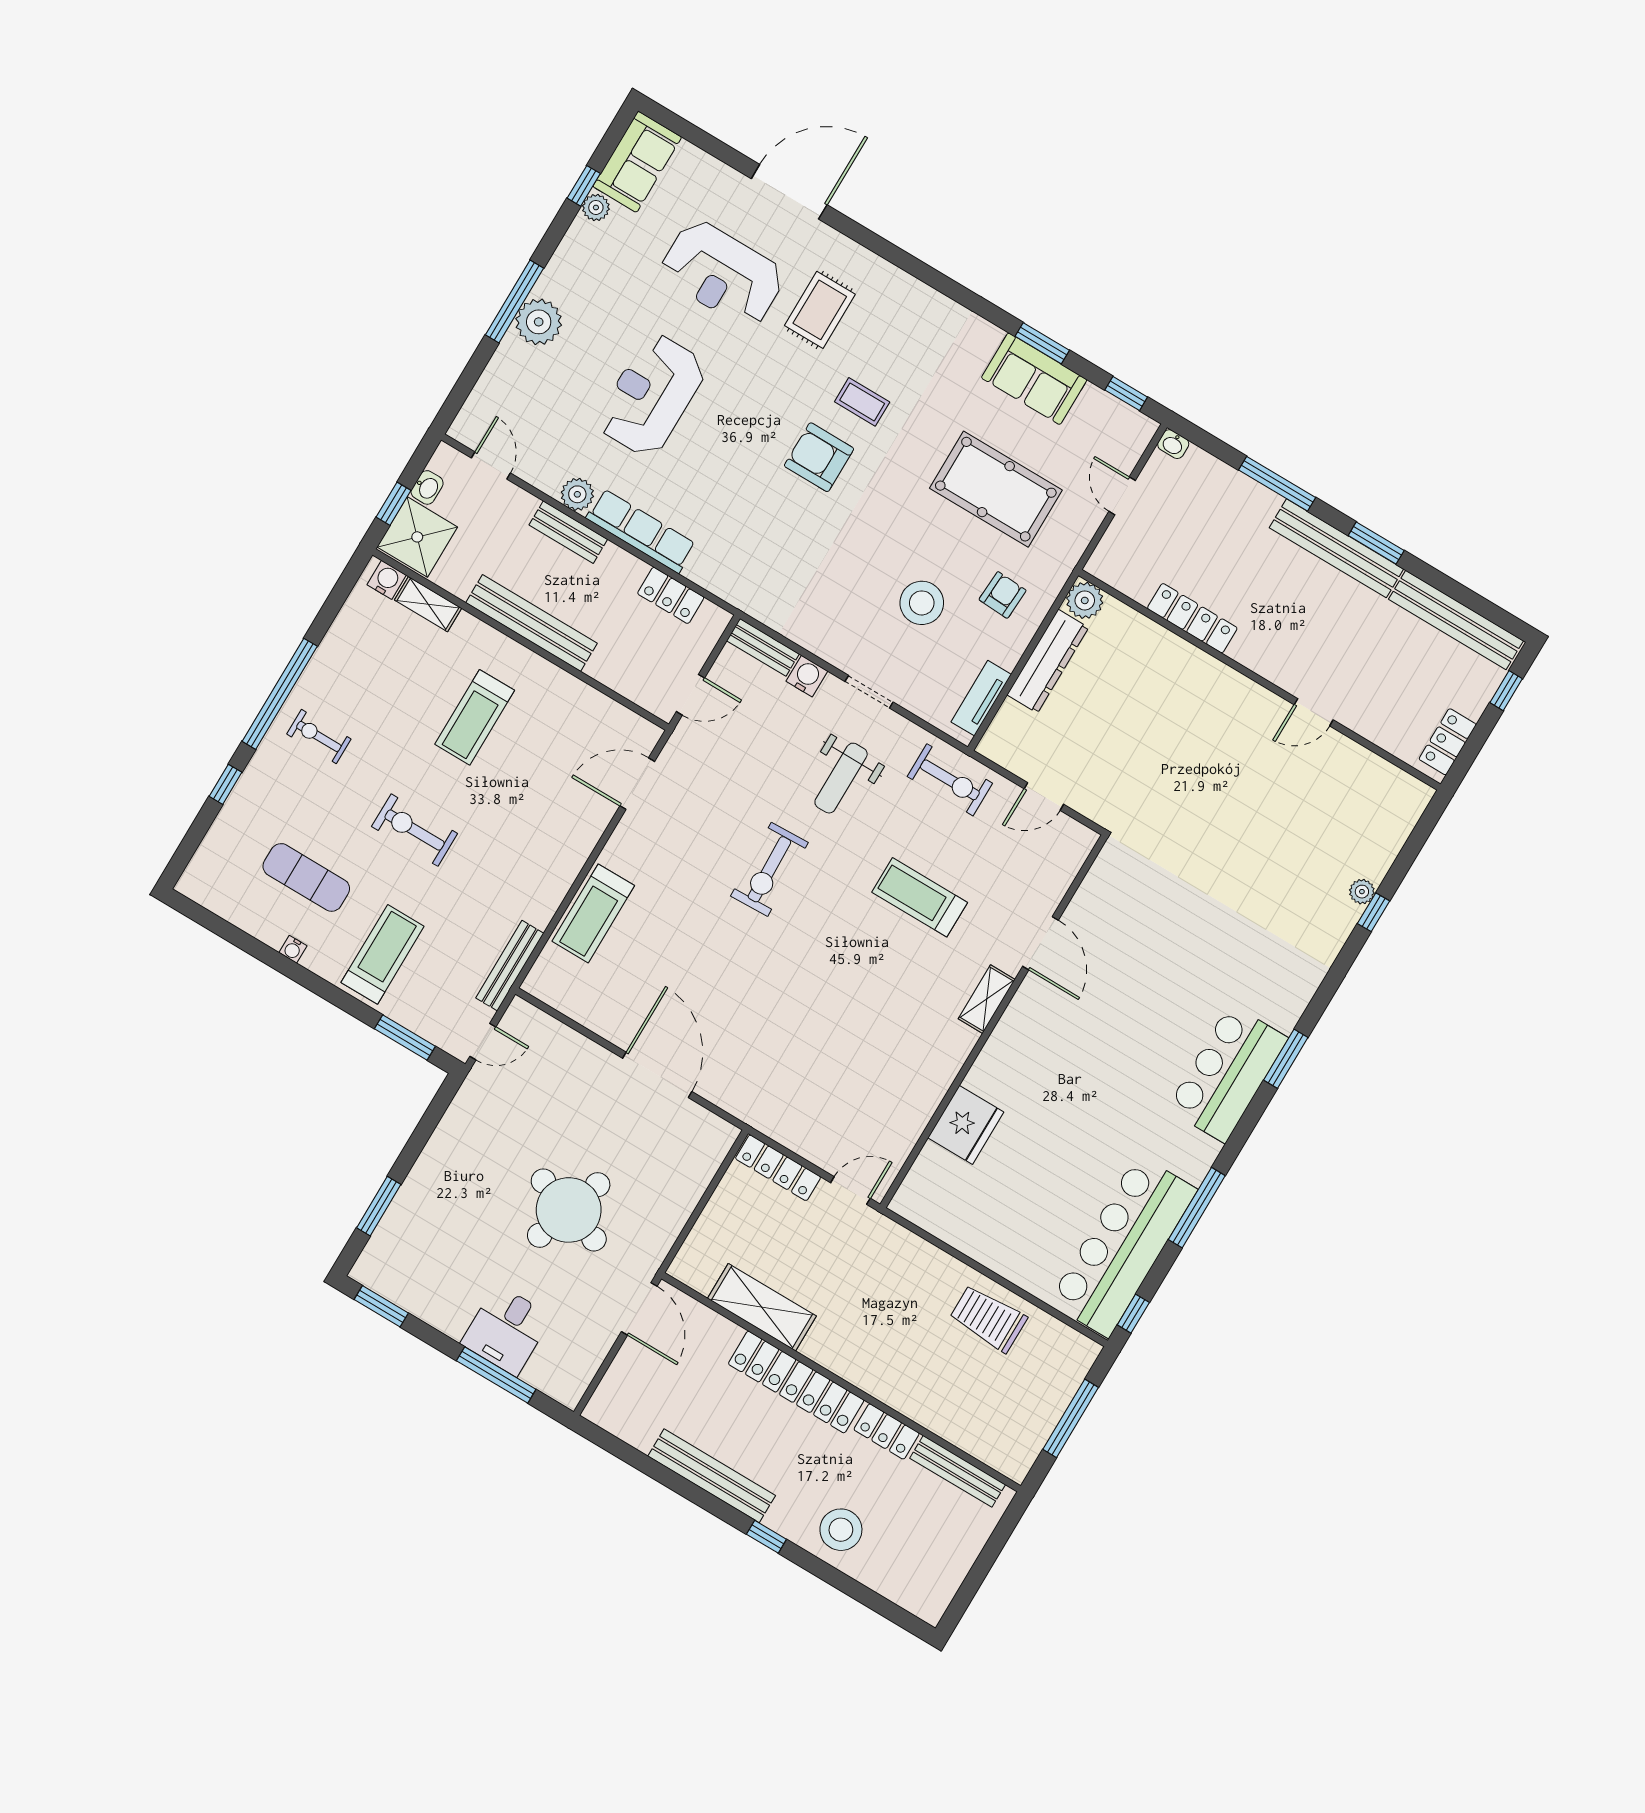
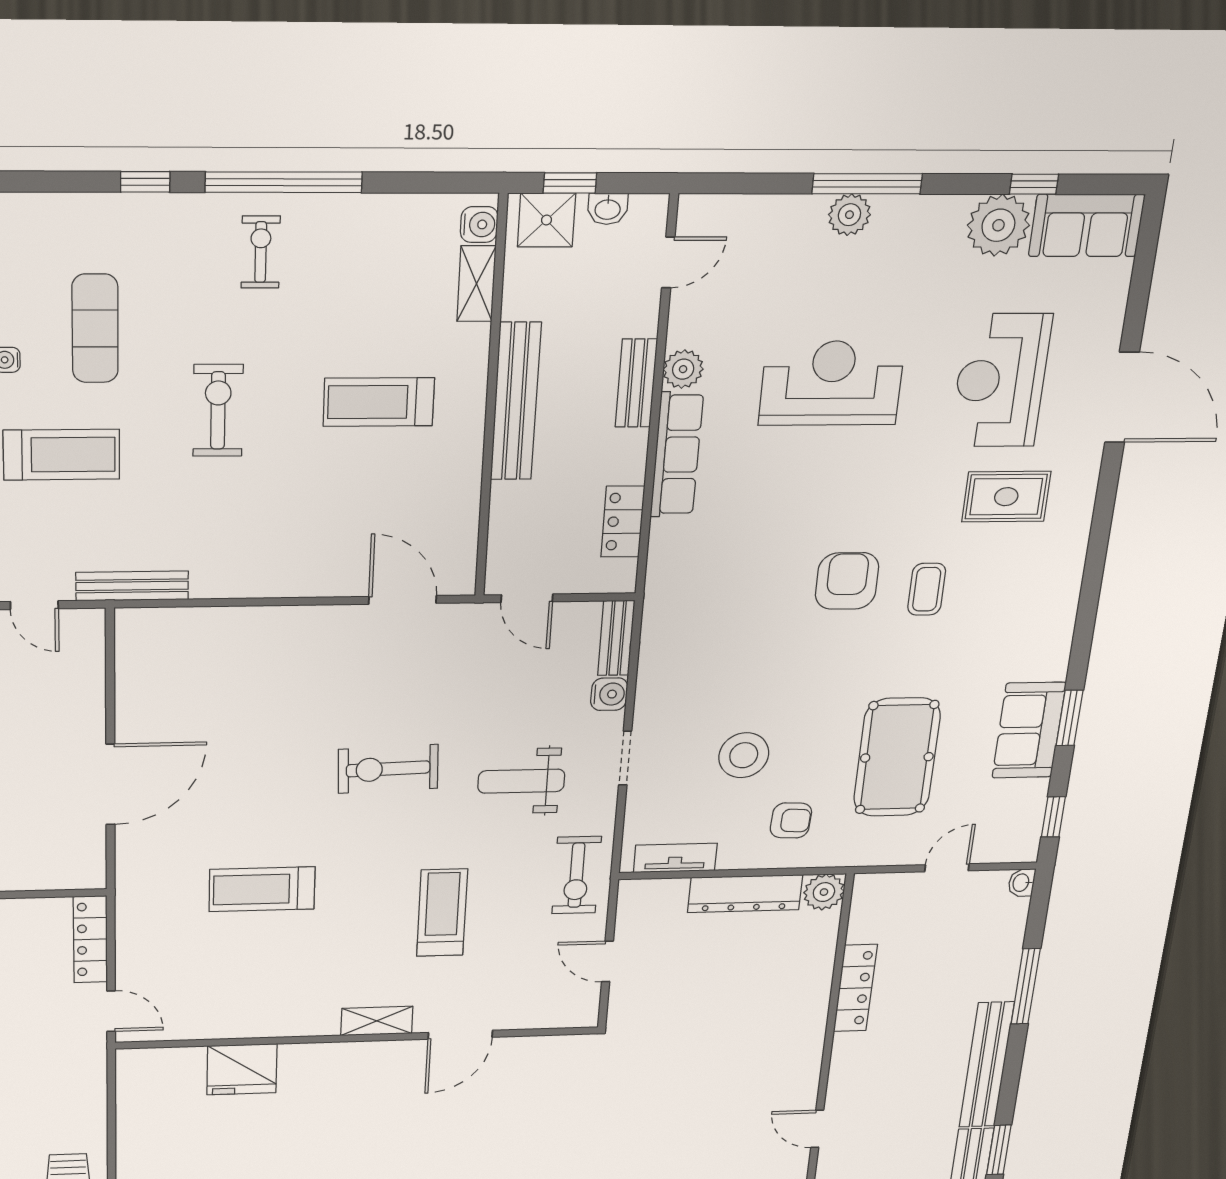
plant: (596, 207) -> (998, 225), width x1.87, depth x1.87
plant: (539, 322) -> (849, 215), width x0.73, depth x0.73
shower: (417, 537) -> (547, 220), width x0.73, depth x0.73
window: (1376, 543) -> (999, 1150), moved
treadmill: (593, 913) -> (262, 889), moved

